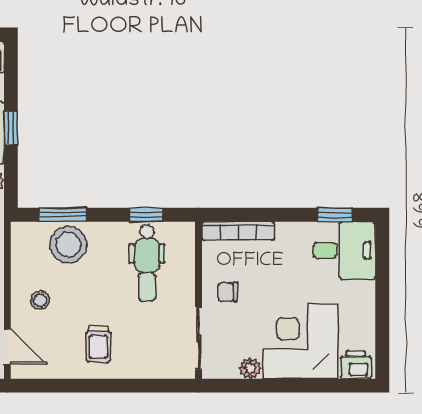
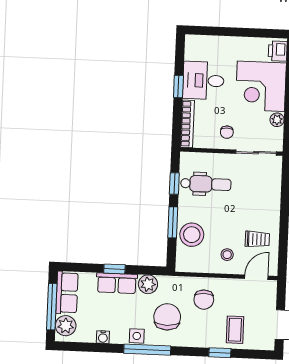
window: (63, 215) -> (173, 222), moved
window: (335, 215) -> (178, 86), moved
desk: (344, 250) -> (203, 81), moved, turned -90
trolley: (98, 344) -> (257, 239), moved

